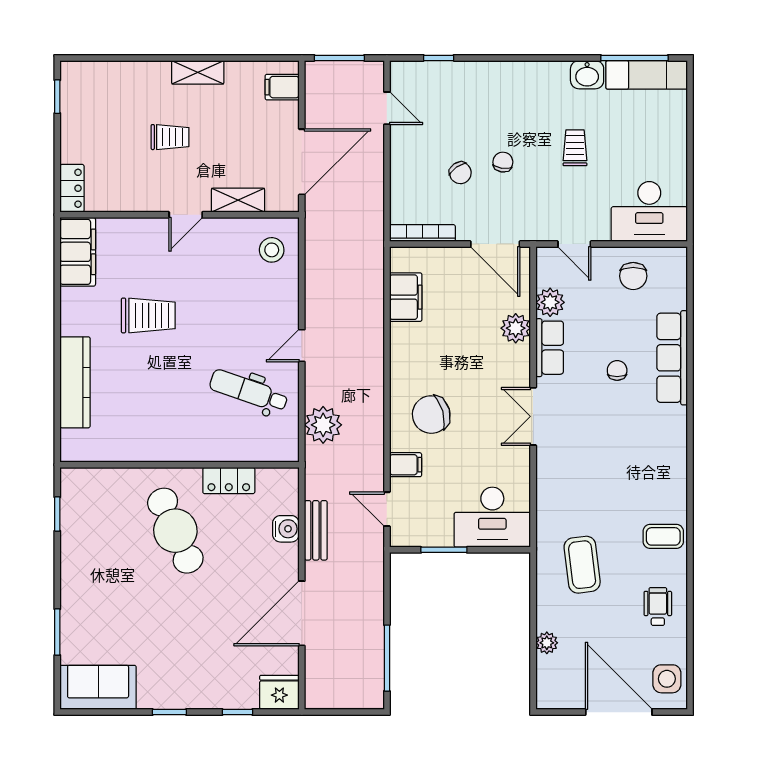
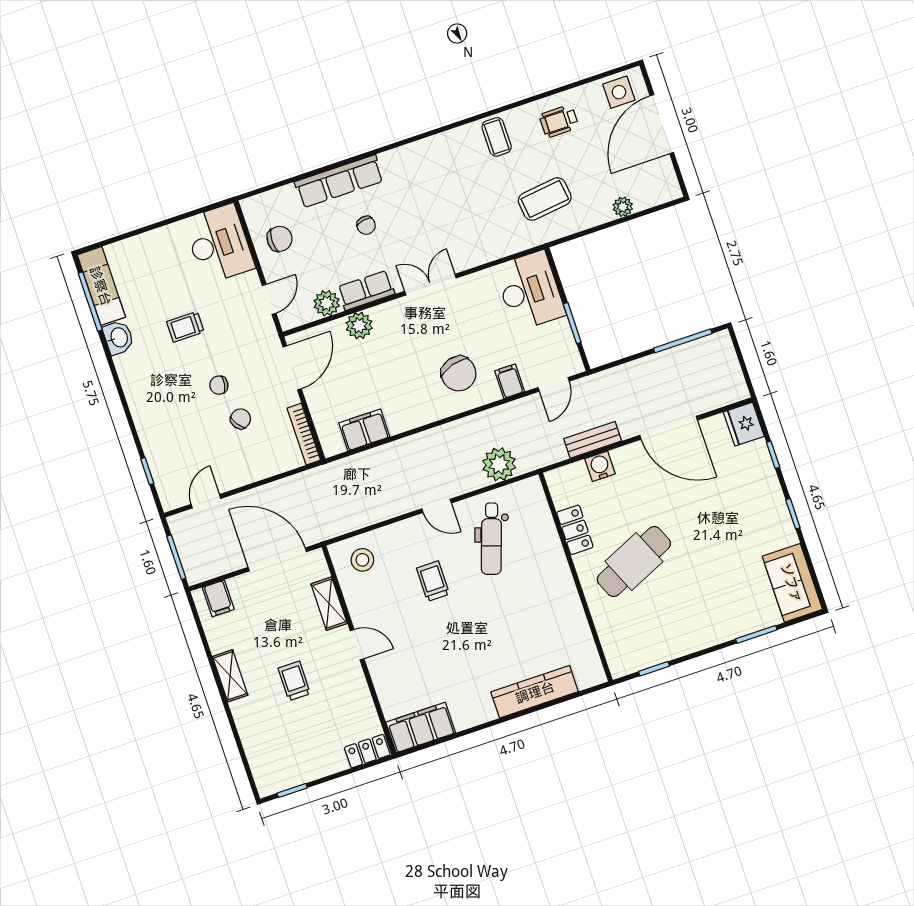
trolley: (148, 315) -> (433, 581), moved, width x0.73, depth x0.72
chair: (617, 370) -> (366, 225), turned -100
double door: (533, 416) -> (430, 285), swing flipped

